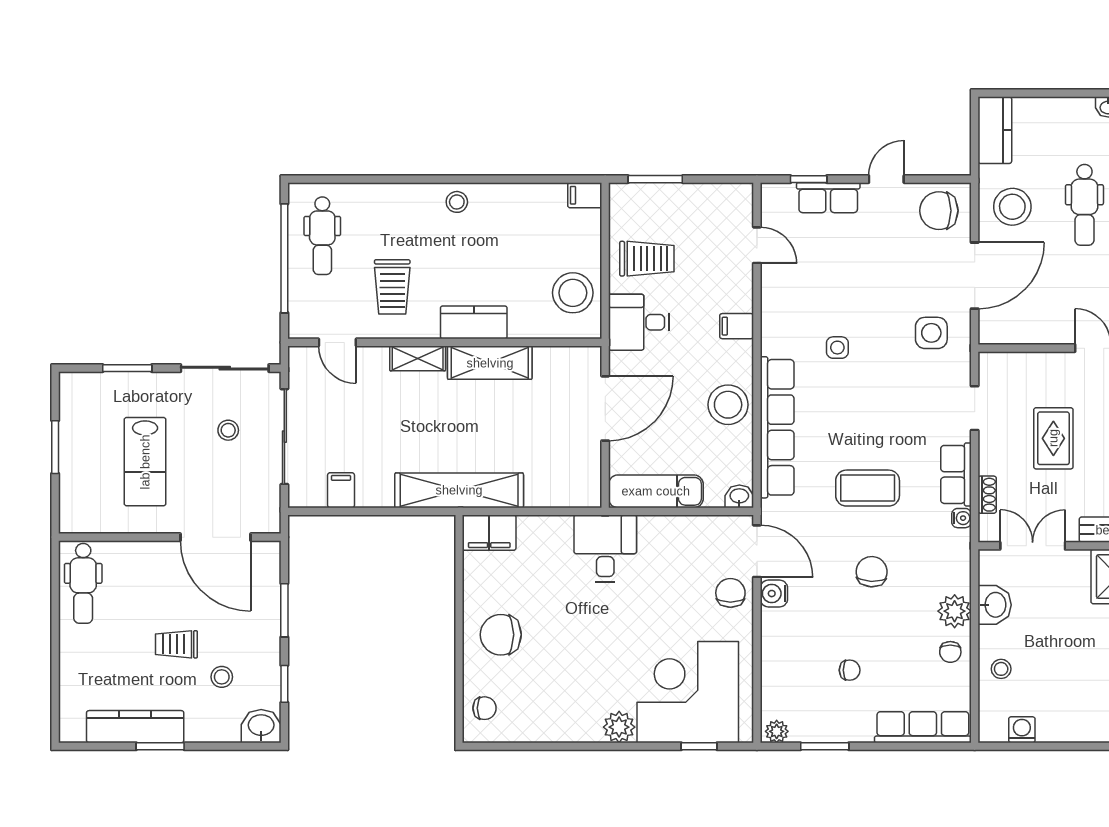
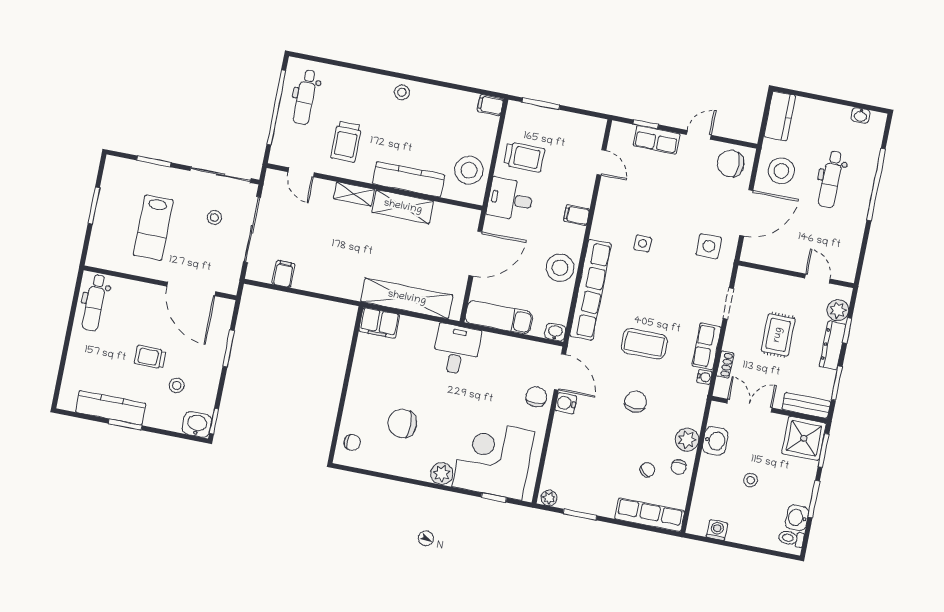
kitchen counter: (474, 322) -> (409, 179), width x1.50
shelving: (459, 490) -> (407, 298), moved
chair: (501, 635) -> (402, 423), moved
stool: (1001, 669) -> (751, 480), moved
chair: (850, 670) -> (648, 470), moved, turned -49
window: (284, 684) -> (214, 421), moved

